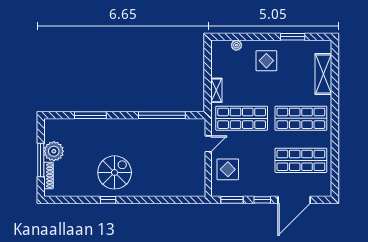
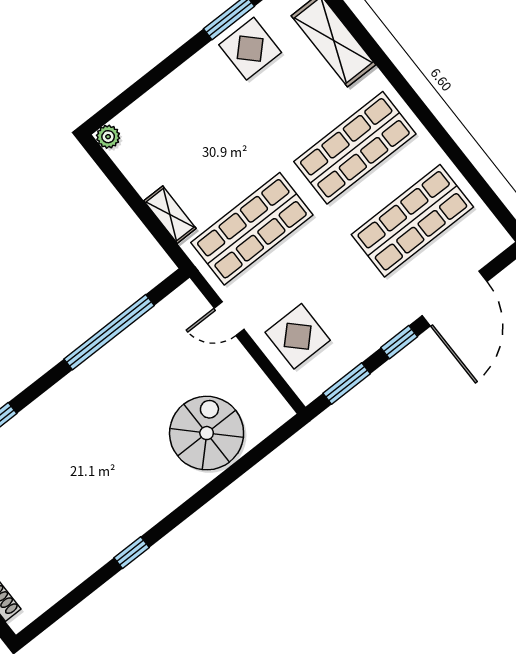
plant: (236, 45) -> (108, 137), moved
display table: (266, 61) -> (250, 49), moved
door: (208, 144) -> (229, 319), swing flipped
spiral stairs: (115, 172) -> (207, 433), moved

